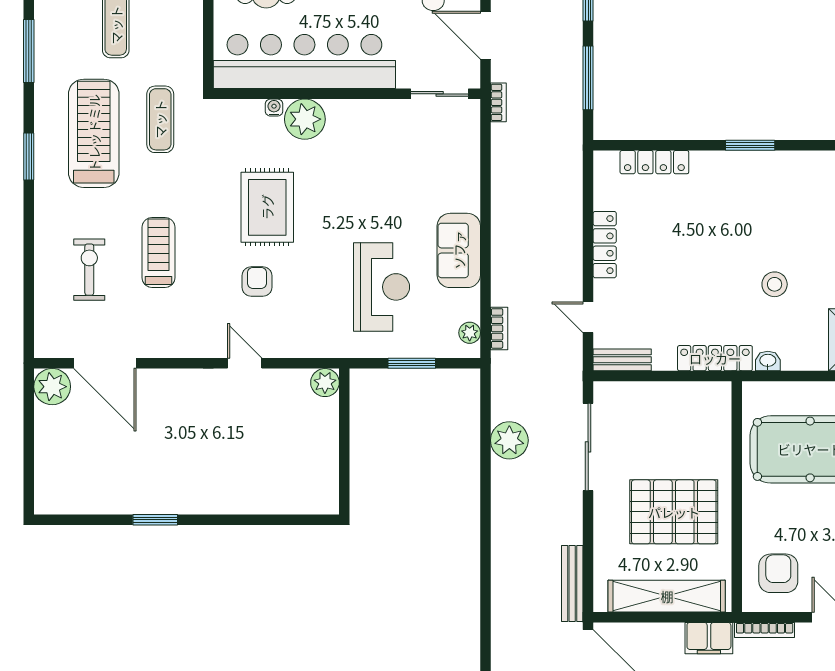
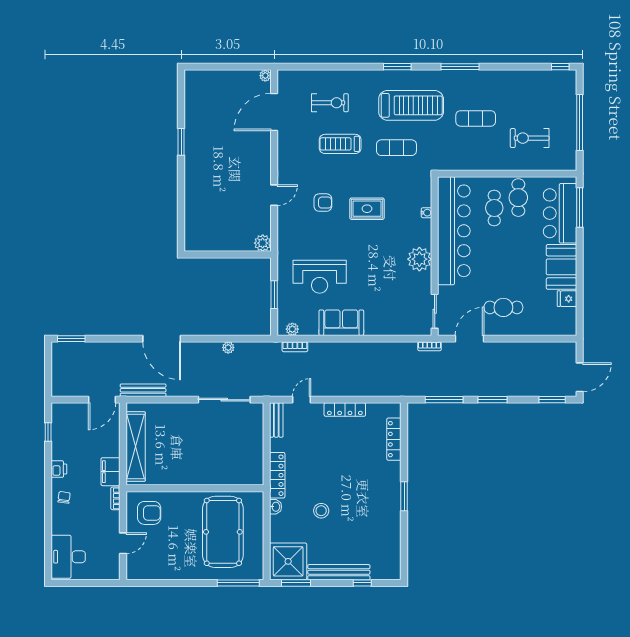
exercise mat: (160, 119) -> (396, 148), moved
plant: (305, 119) -> (419, 259), moved
rug: (267, 207) -> (367, 209), width x0.73, depth x0.70
treadmill: (159, 252) -> (340, 144), turned 180
plant: (52, 387) -> (265, 76), width x0.53, depth x0.53
plant: (509, 440) -> (228, 348), width x0.53, depth x0.53
pallet: (674, 512) -> (186, 451), removed
door: (485, 552) -> (162, 339), added
bookcase: (765, 630) -> (115, 498), width x0.64

